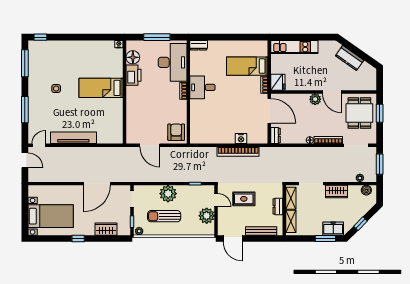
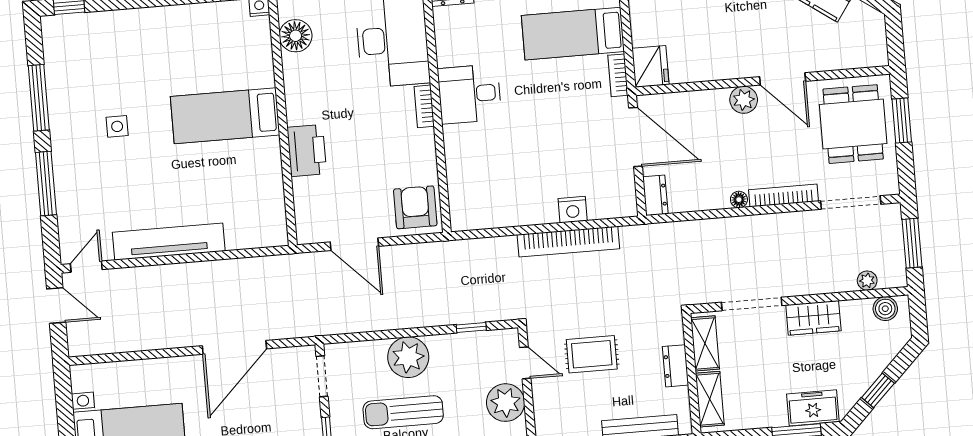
window: (25, 63) -> (39, 98), moved
printer: (133, 75) -> (307, 150), moved

